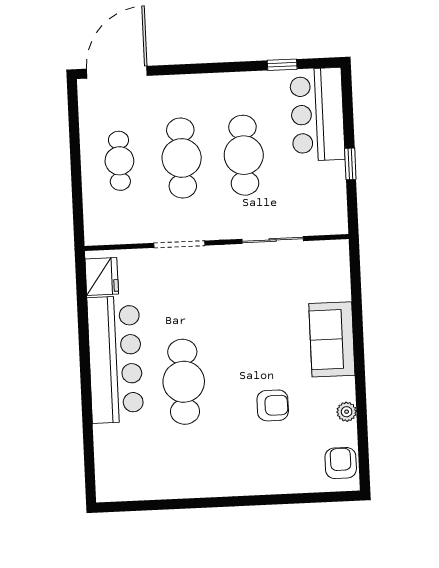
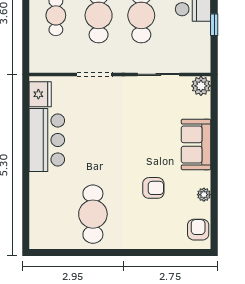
plant: (335, 254) -> (201, 86), added
bar counter: (115, 359) -> (47, 140), width x0.73
cafe table: (184, 382) -> (93, 214), moved

